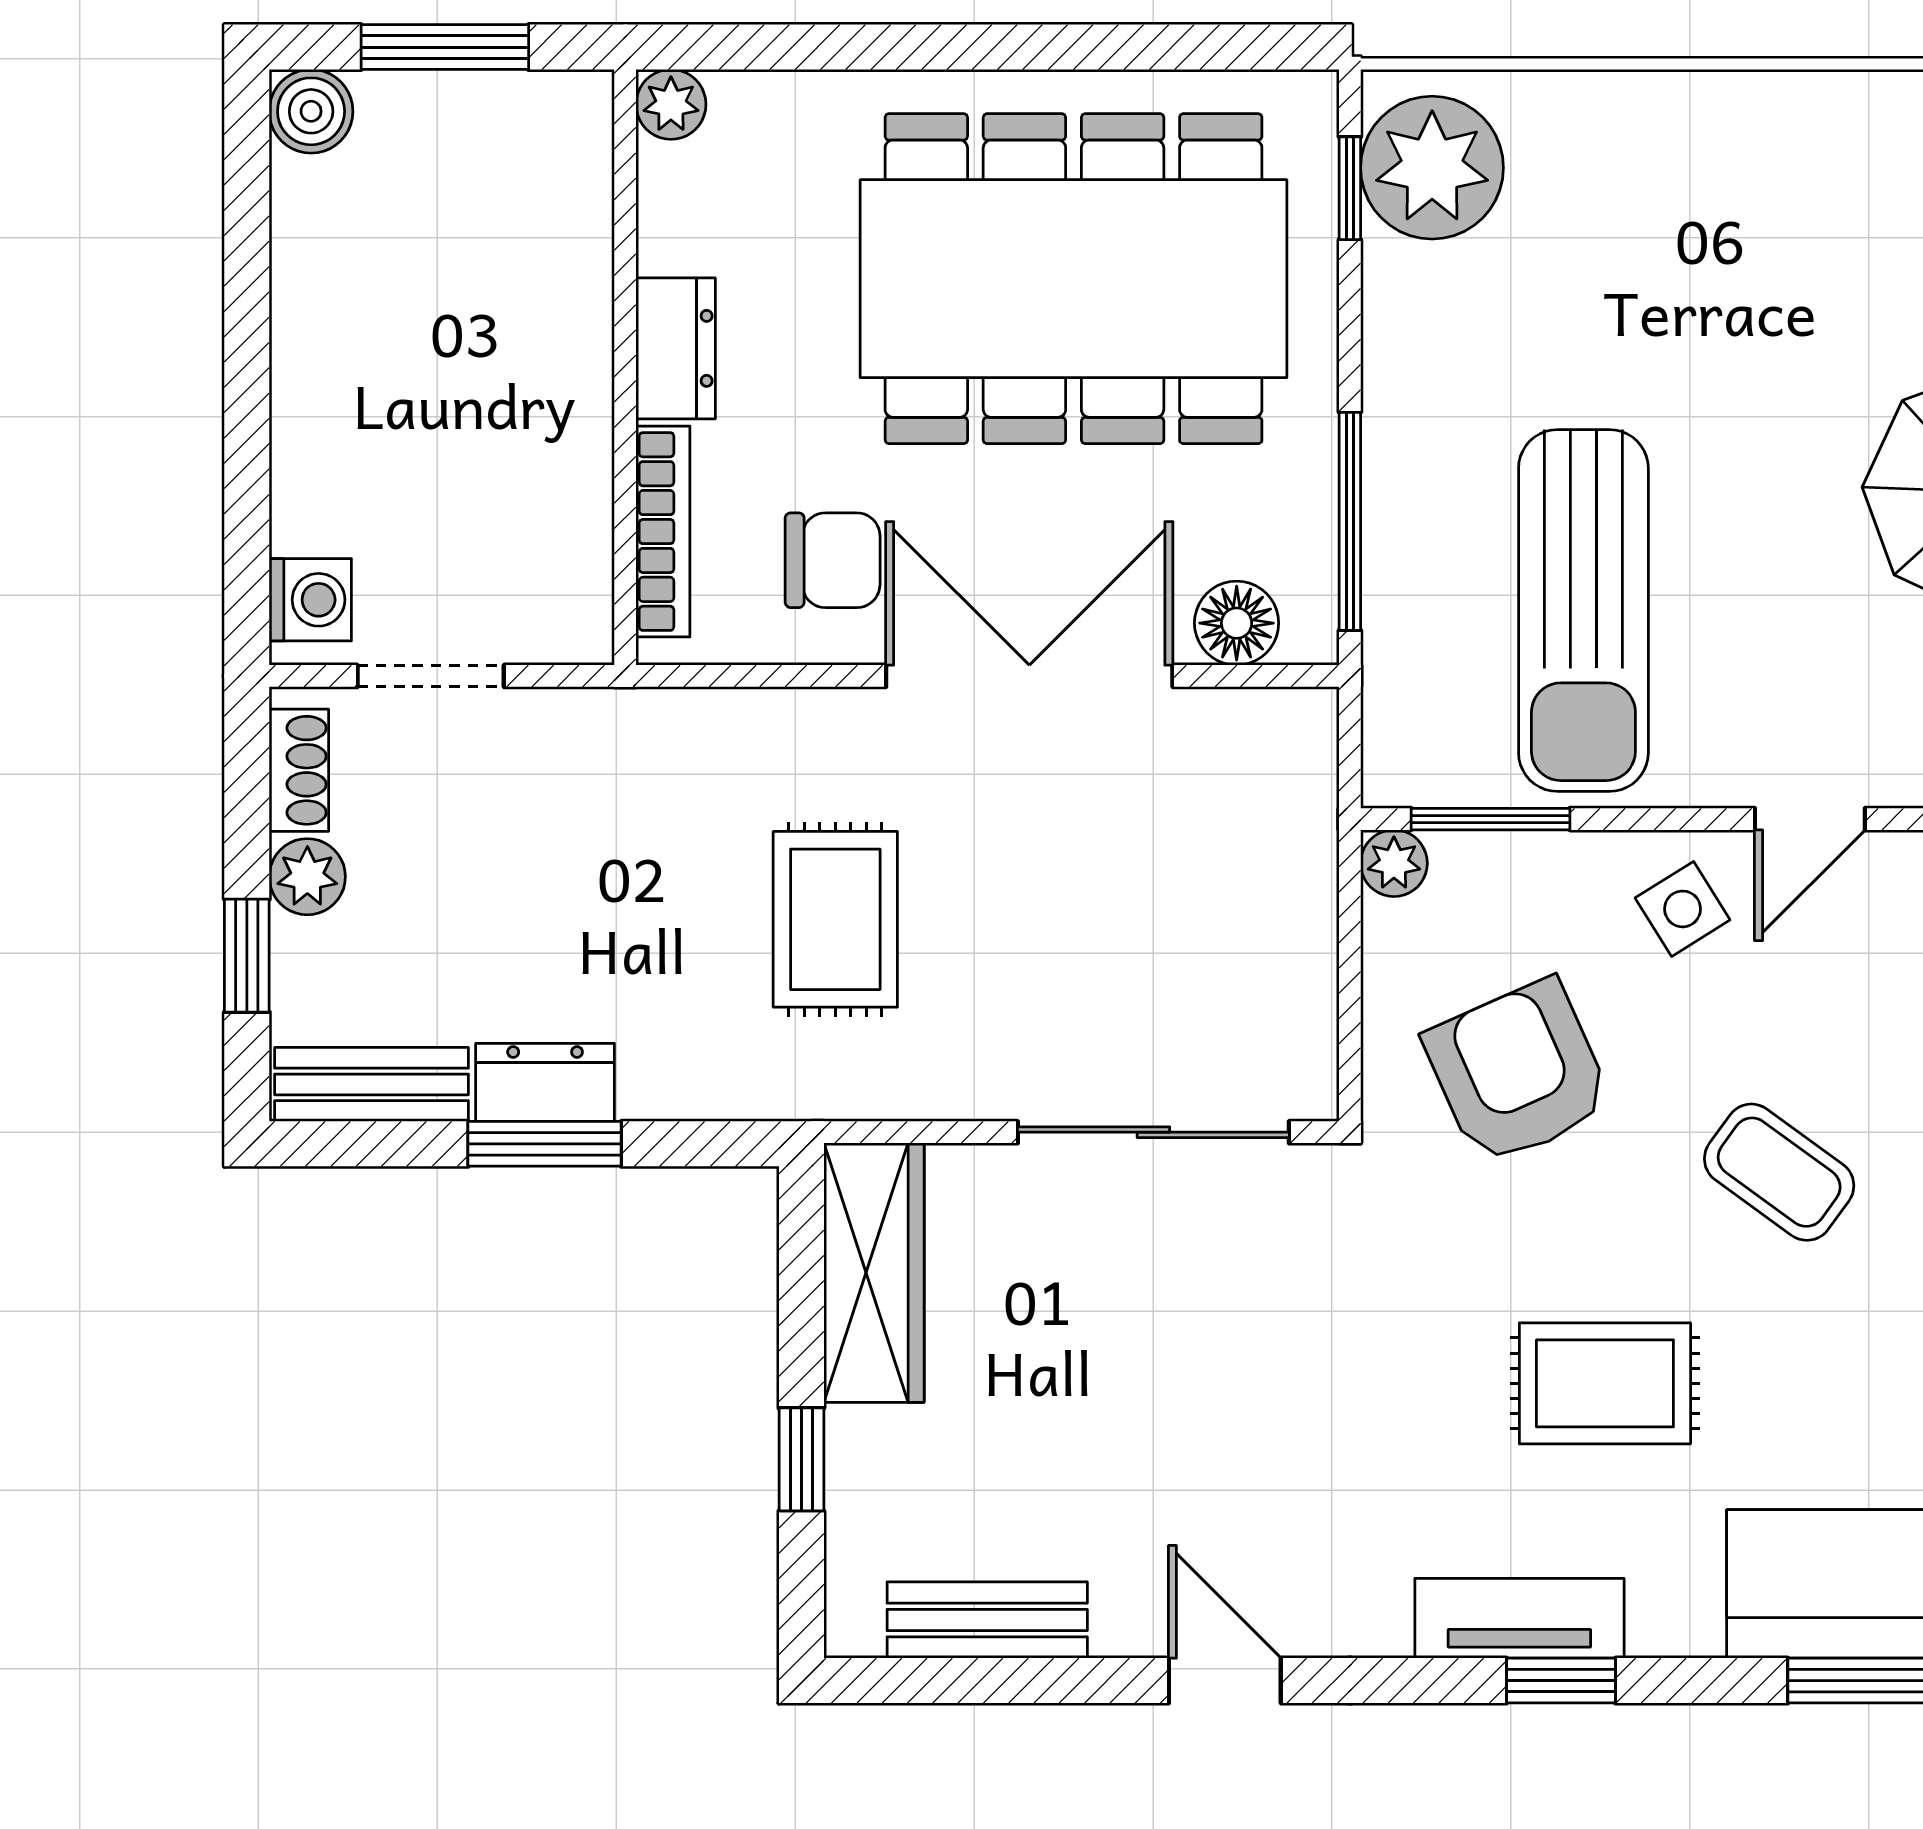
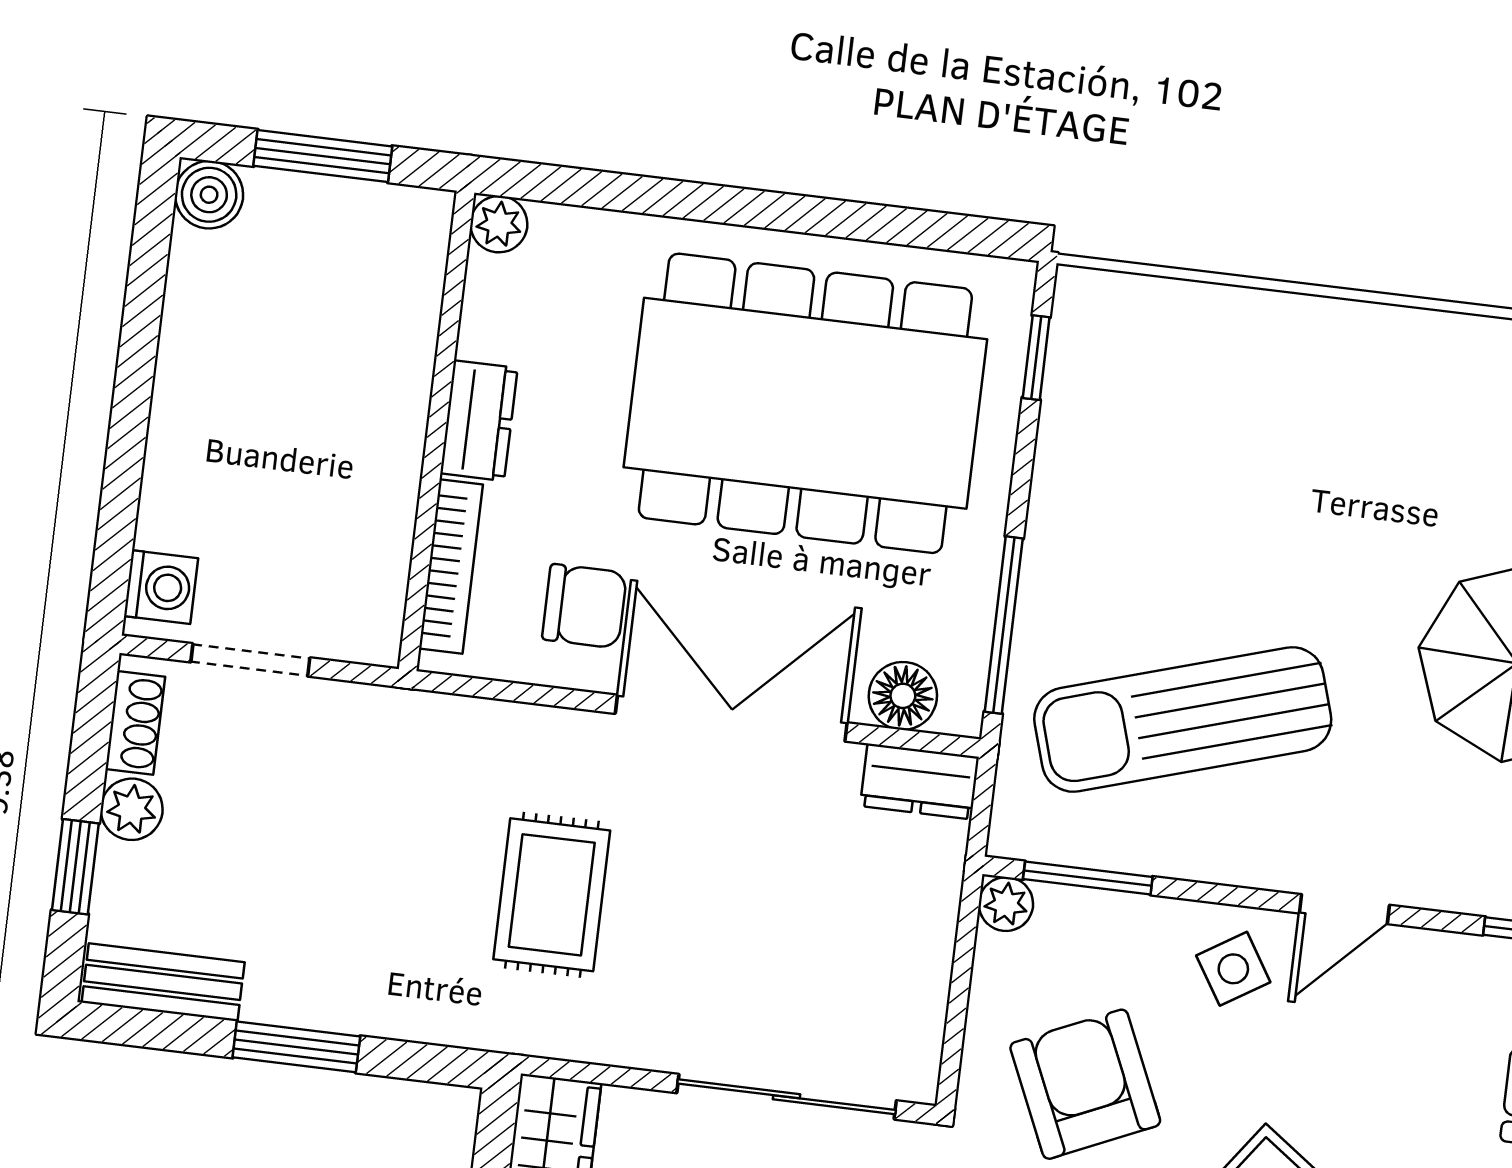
plant: (1432, 168) -> (1104, 349), removed
sun lounger: (1583, 610) -> (1183, 719), turned 73
dresser: (545, 1082) -> (919, 782), moved, turned 180

